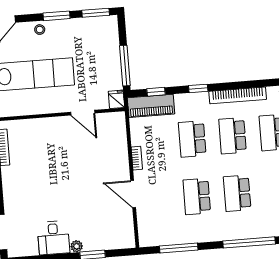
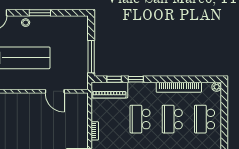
window: (96, 13) -> (71, 13), removed
window: (198, 88) -> (136, 79), moved
fridge: (116, 99) -> (82, 83), removed

